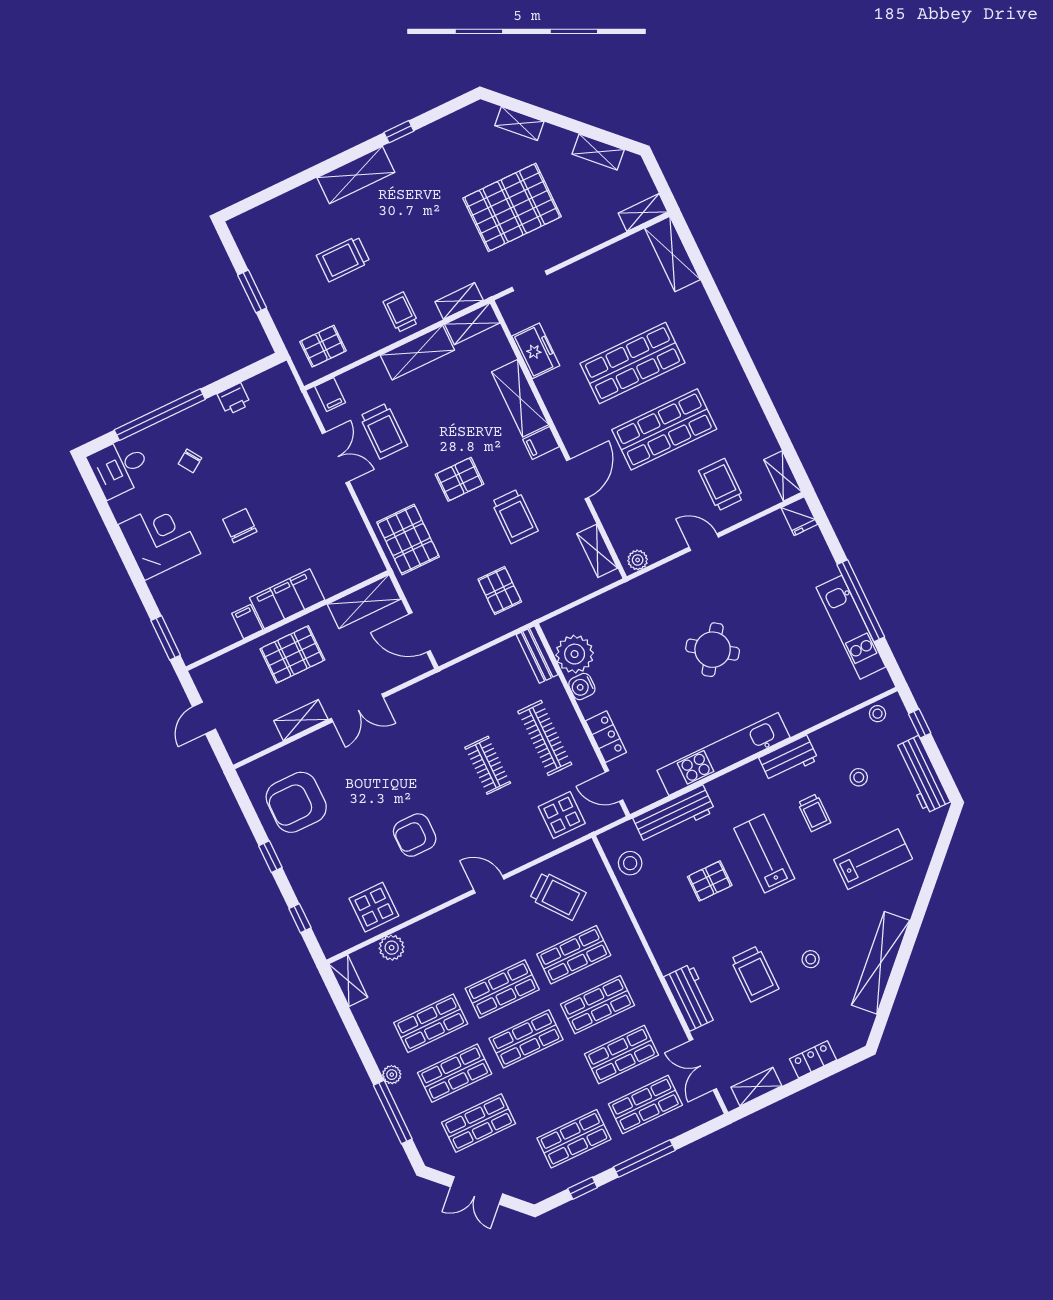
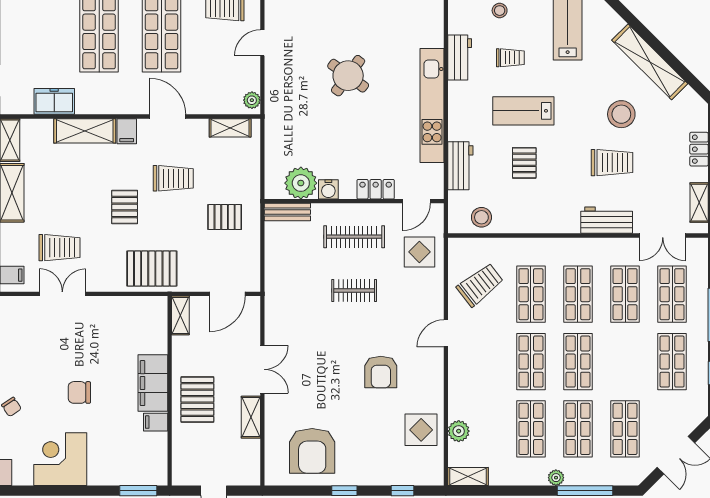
shelving: (364, 602) -> (180, 315), width x0.67, depth x0.75
workbench: (674, 815) -> (460, 166), width x0.73
stool: (811, 959) -> (621, 114), width x1.89, depth x1.89

